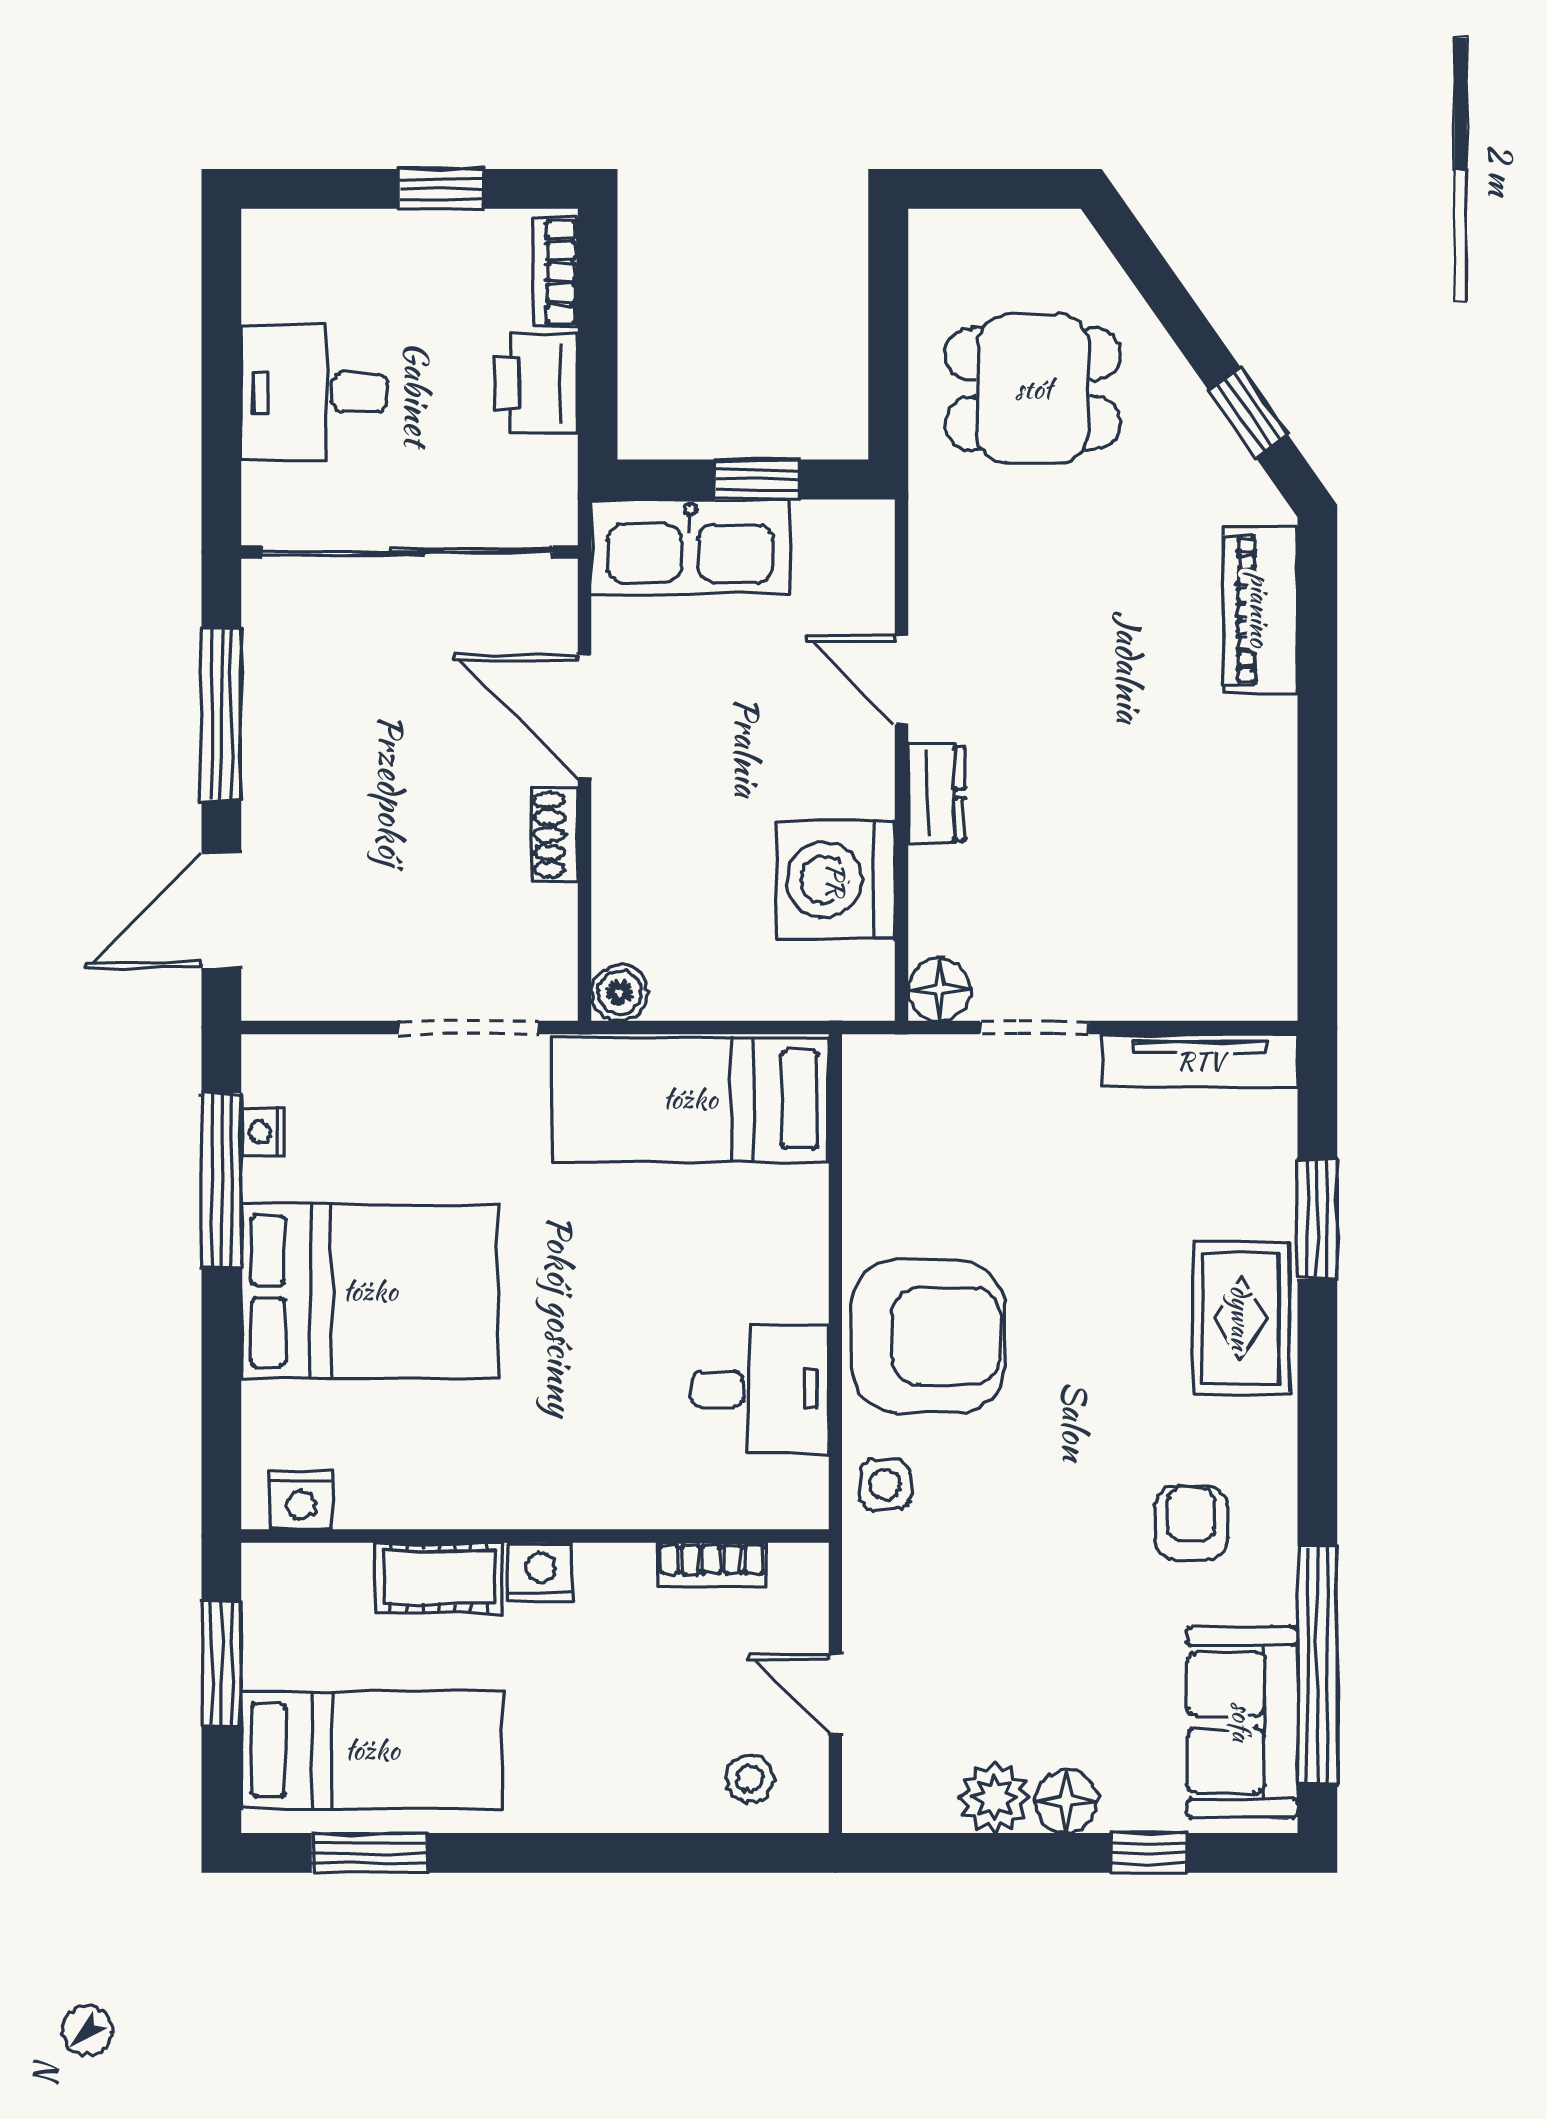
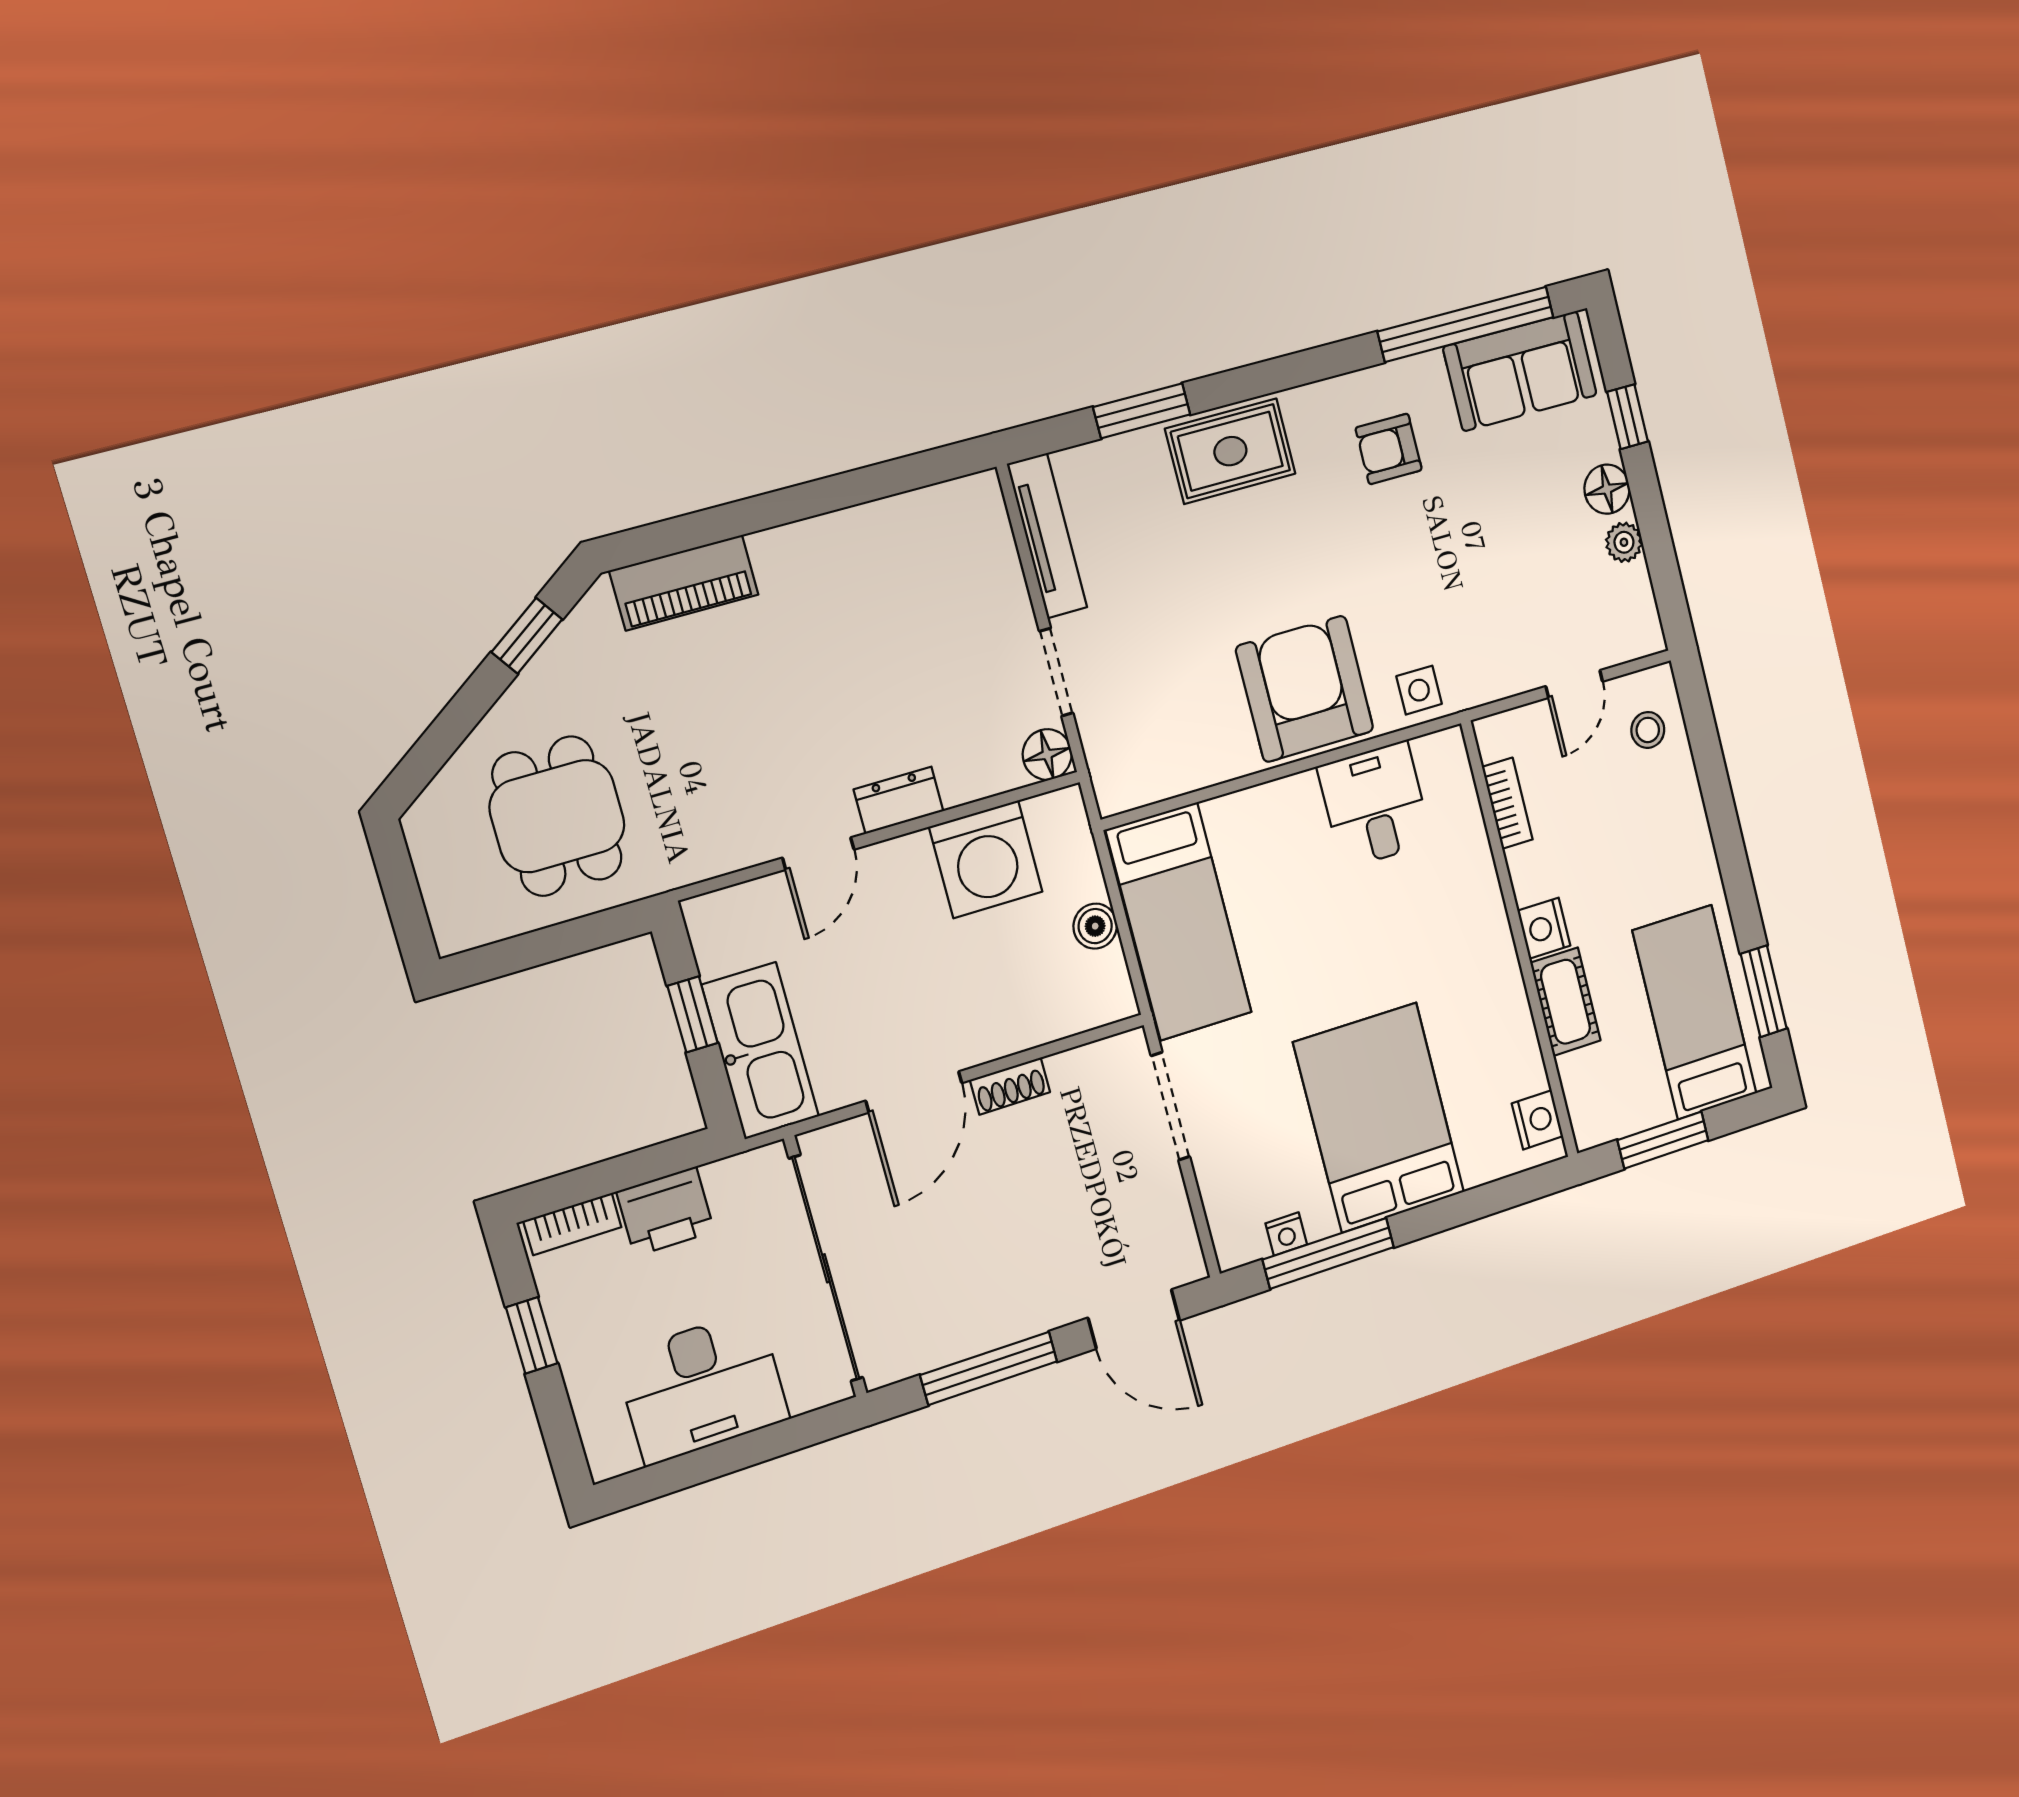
desk: (314, 393) -> (702, 1387), width x1.37
boiler: (619, 993) -> (1095, 926), moved
plant: (994, 1798) -> (1624, 542), width x0.73, depth x0.73

